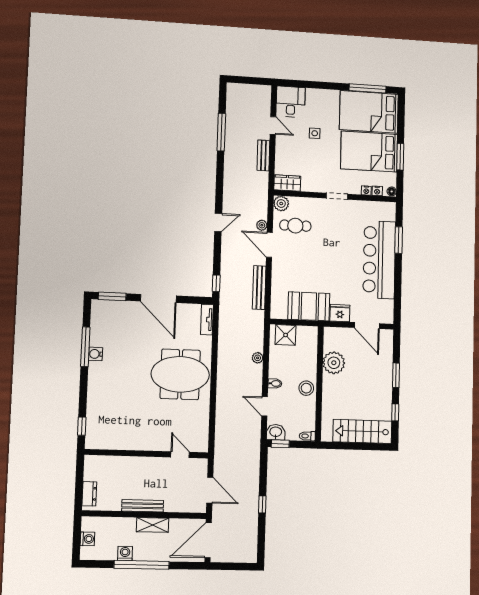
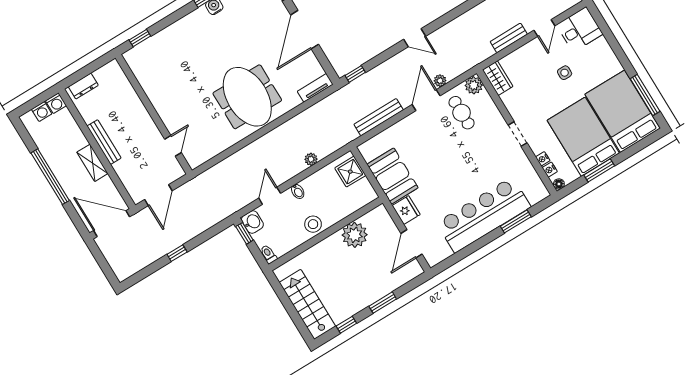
washing machine: (125, 553) -> (56, 103), moved, turned 90

